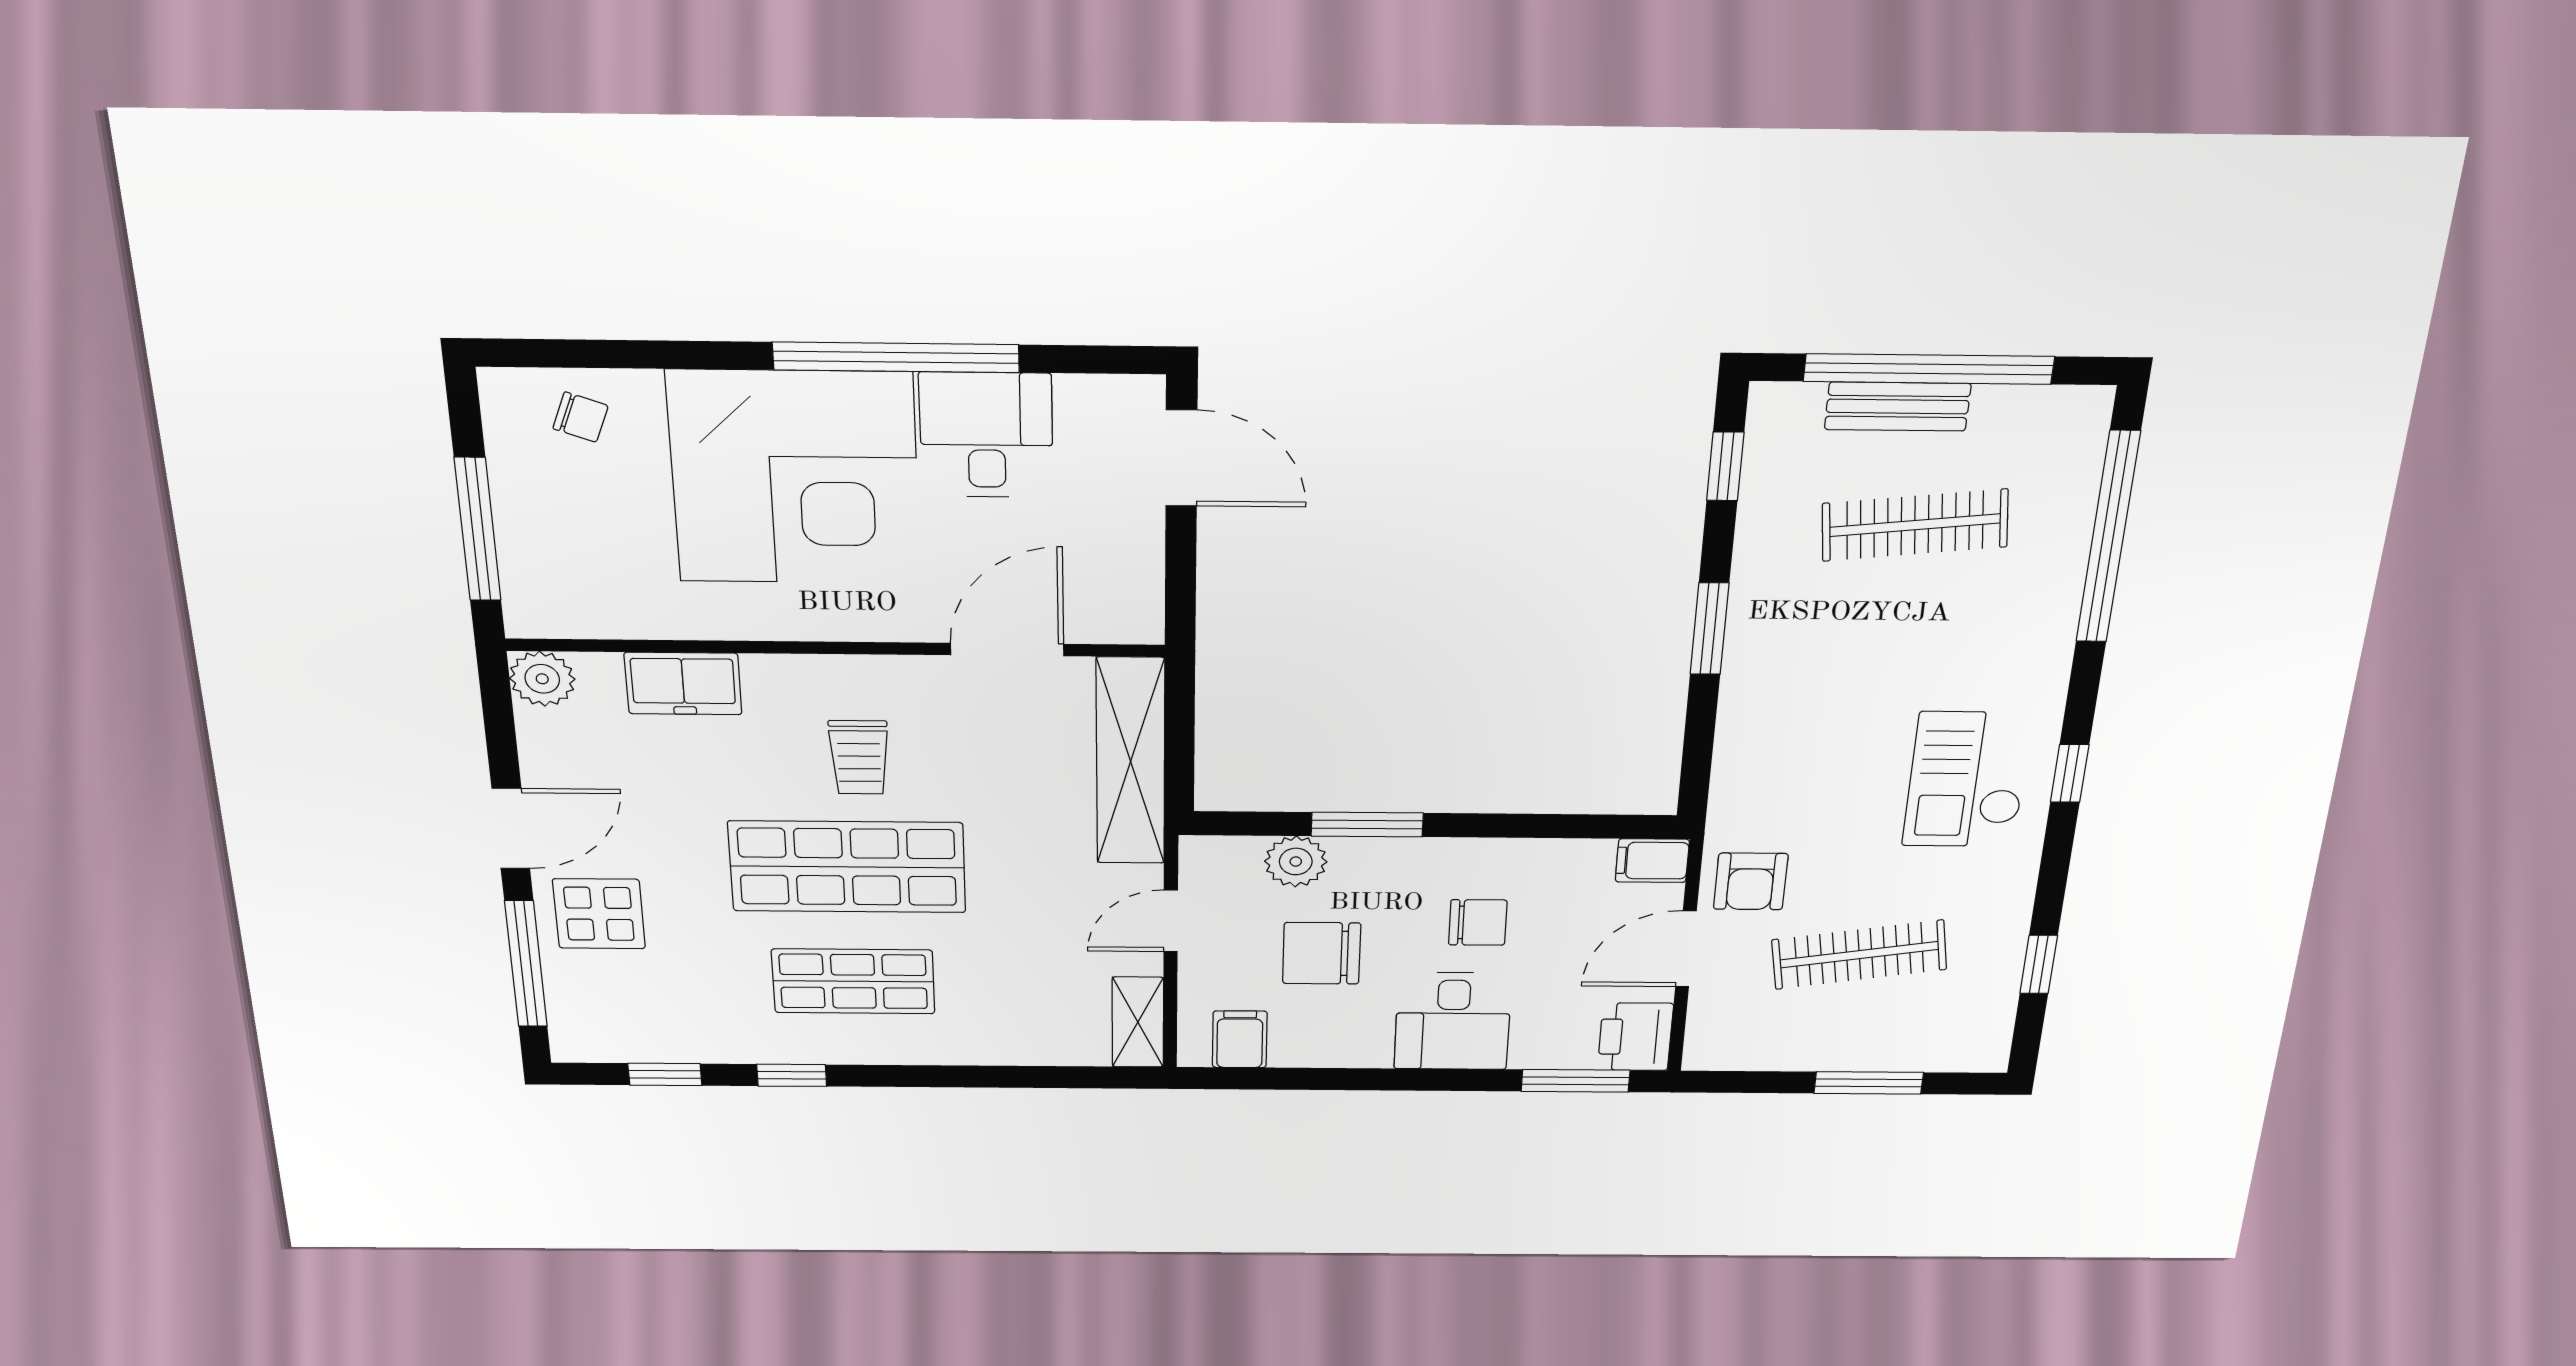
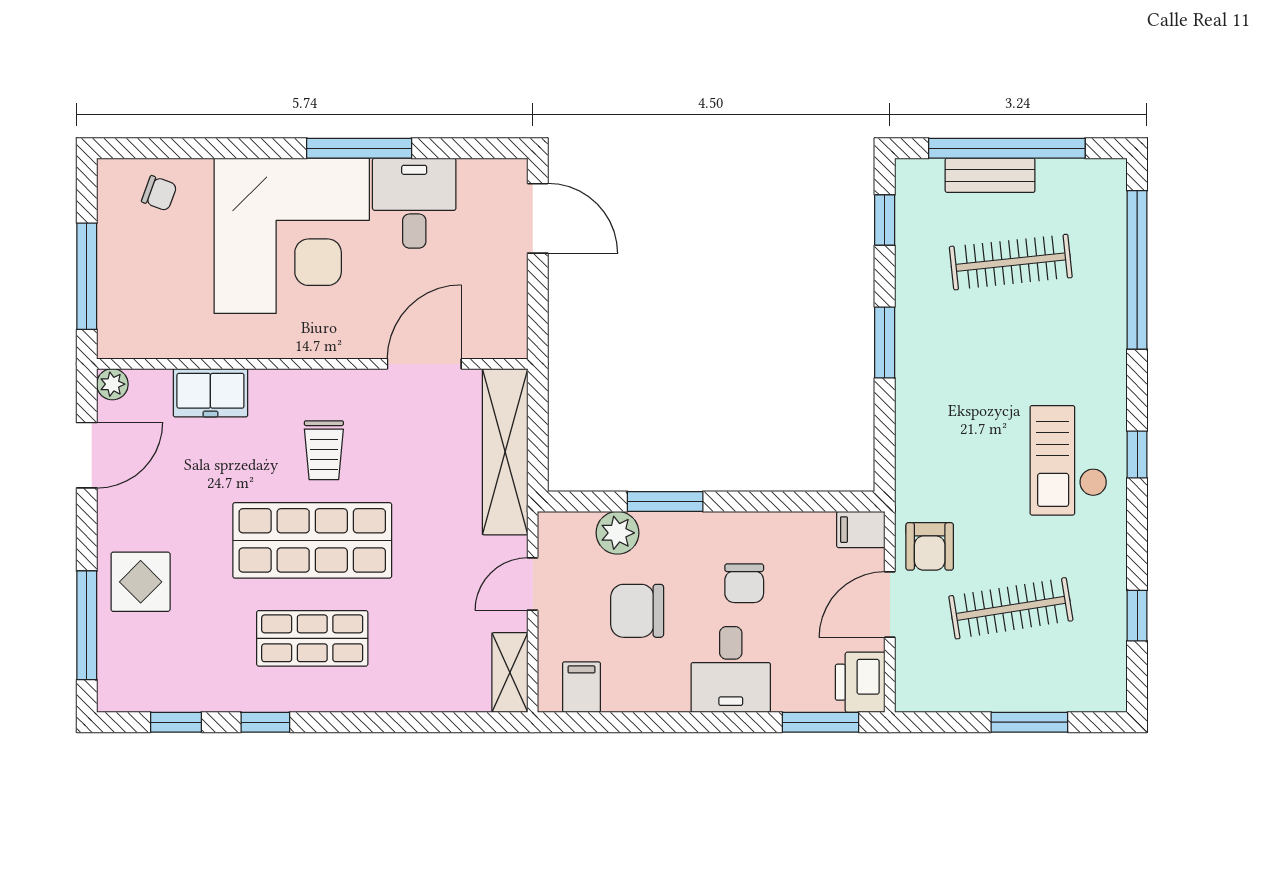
window: (896, 357) -> (359, 148), width x0.68
plant: (542, 679) -> (112, 384), width x0.73, depth x0.73
door: (511, 829) -> (87, 455), moved
chair: (1478, 923) -> (744, 583), turned 90

